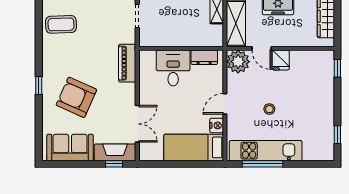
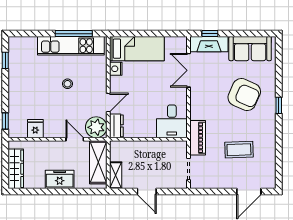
coffee table: (61, 24) -> (239, 150), moved
dresser: (204, 57) -> (116, 126), moved, turned 90
fridge: (281, 60) -> (35, 129), moved
piano: (127, 63) -> (198, 138), moved
desk: (173, 68) -> (172, 121), moved
door: (225, 104) -> (108, 103), moved

